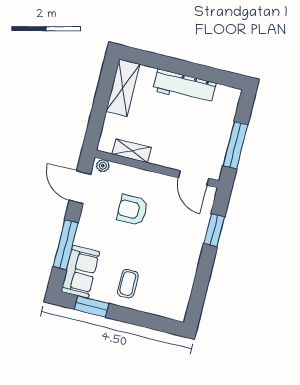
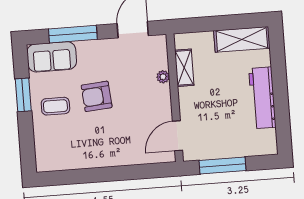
plant: (103, 166) -> (163, 77), moved
armchair: (132, 210) -> (97, 96), moved, turned -95
window: (214, 230) -> (134, 172), removed
window: (92, 306) -> (23, 95), moved

